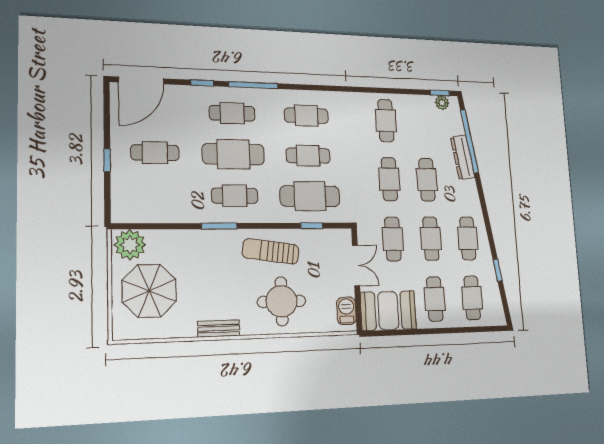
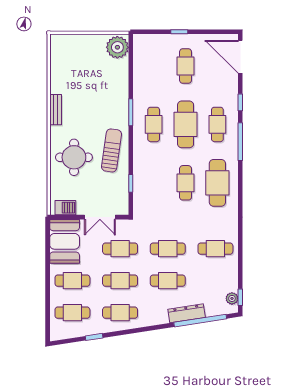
cafe table: (306, 116) -> (217, 183), width x1.37, depth x1.35
cafe table: (310, 196) -> (154, 183), removed
parasol: (149, 291) -> (84, 60), removed

